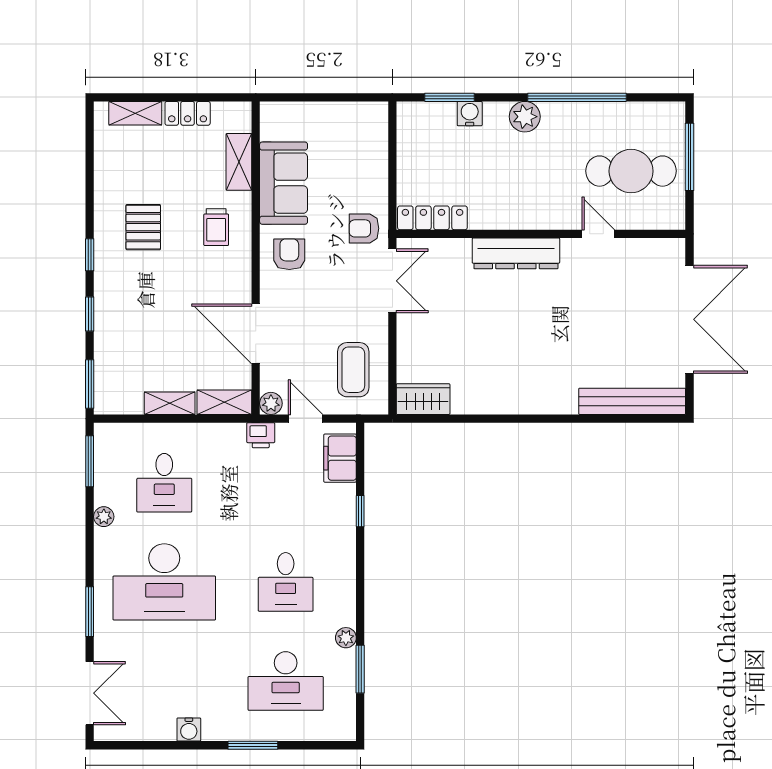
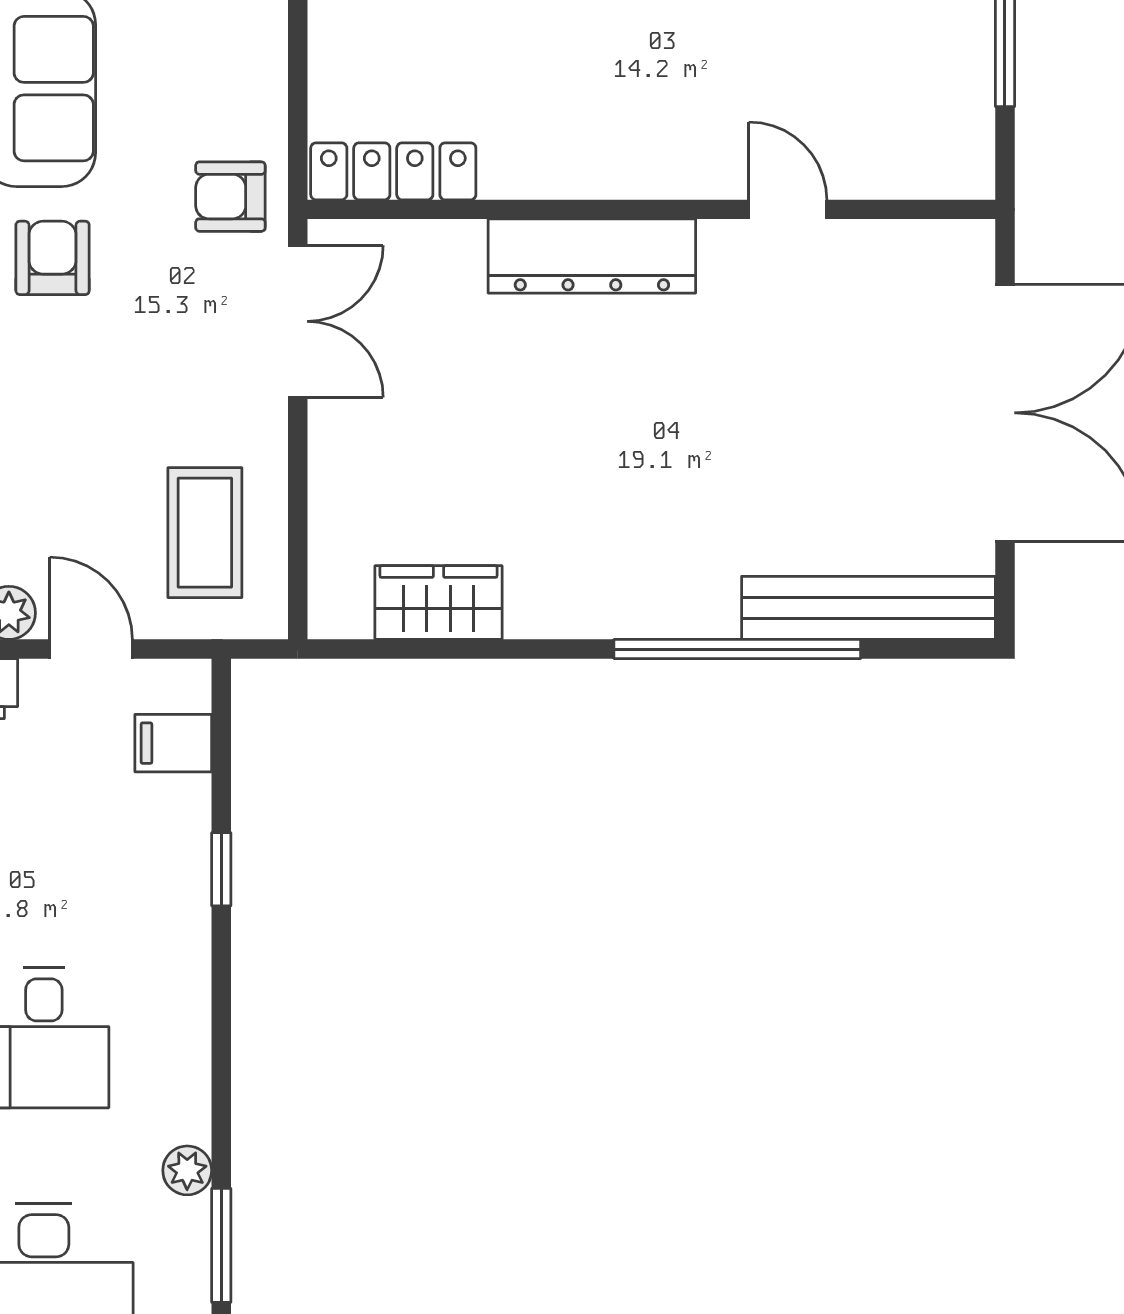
cafe table: (631, 171) -> (866, 60), removed
wardrobe: (423, 399) -> (439, 603), moved
window: (577, 419) -> (737, 649), added
filing cabinet: (340, 458) -> (173, 743), width x0.50

